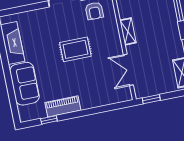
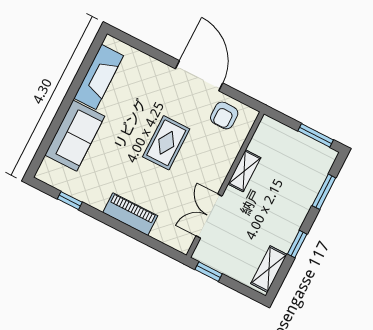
rug: (75, 49) -> (166, 143), turned 90
piano: (63, 106) -> (130, 214), moved

